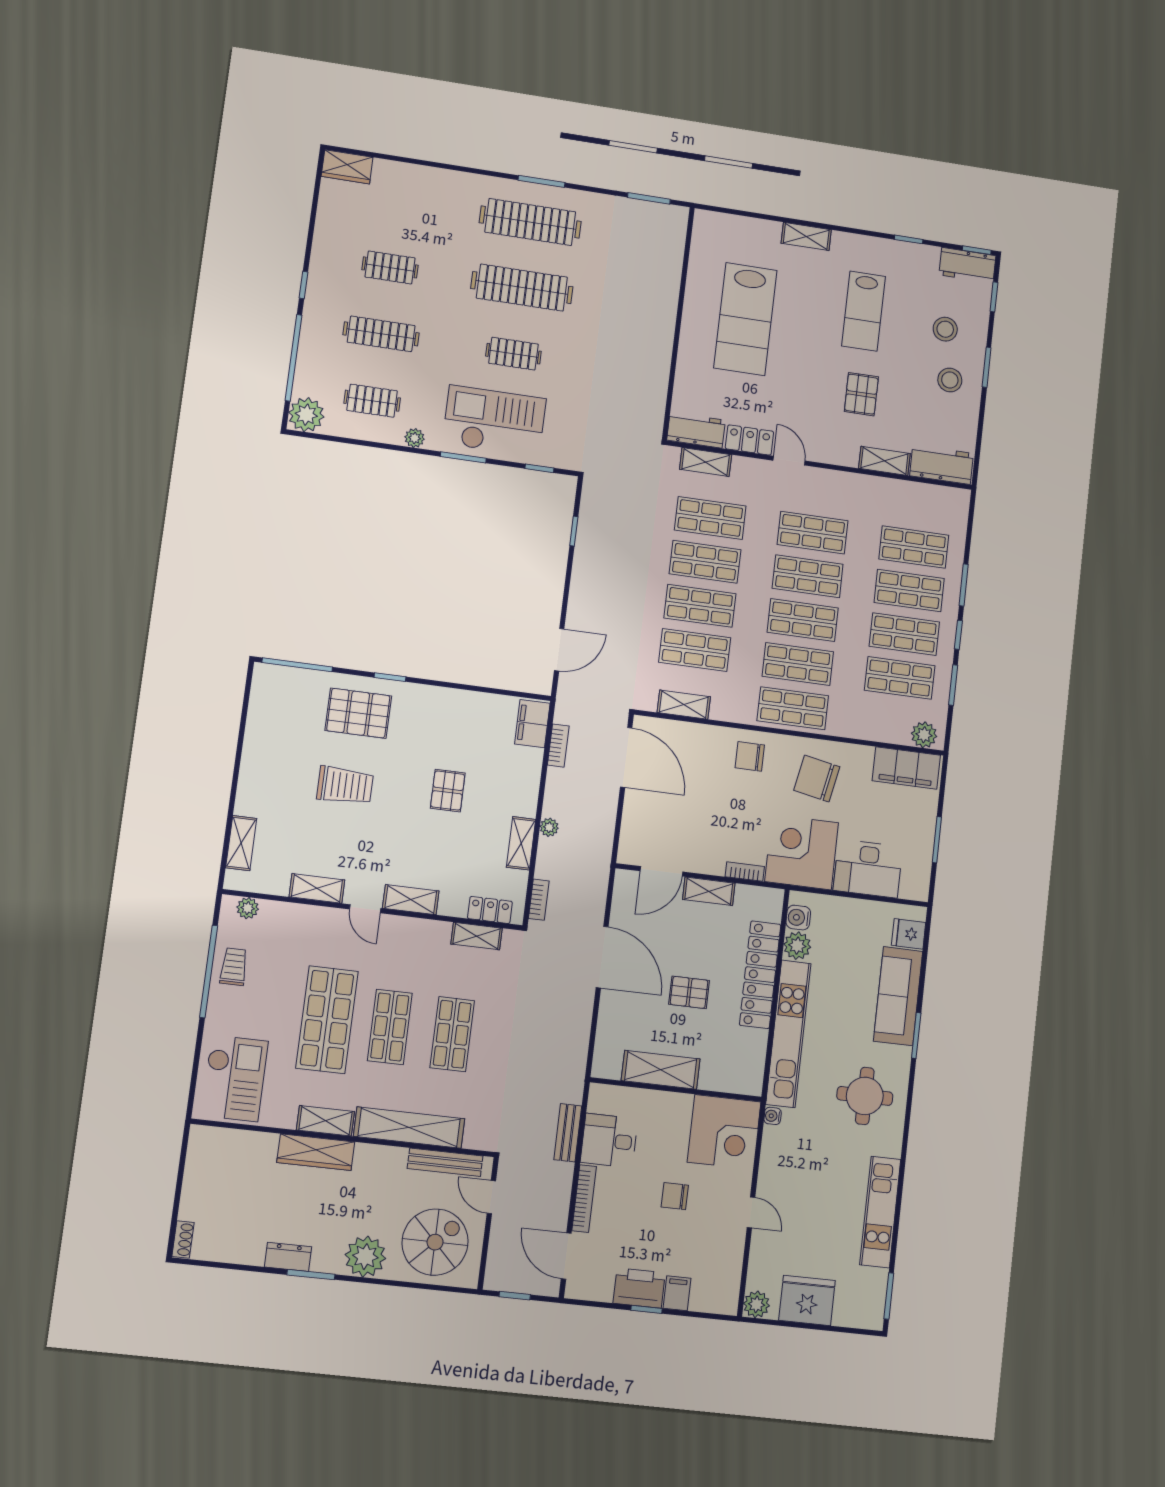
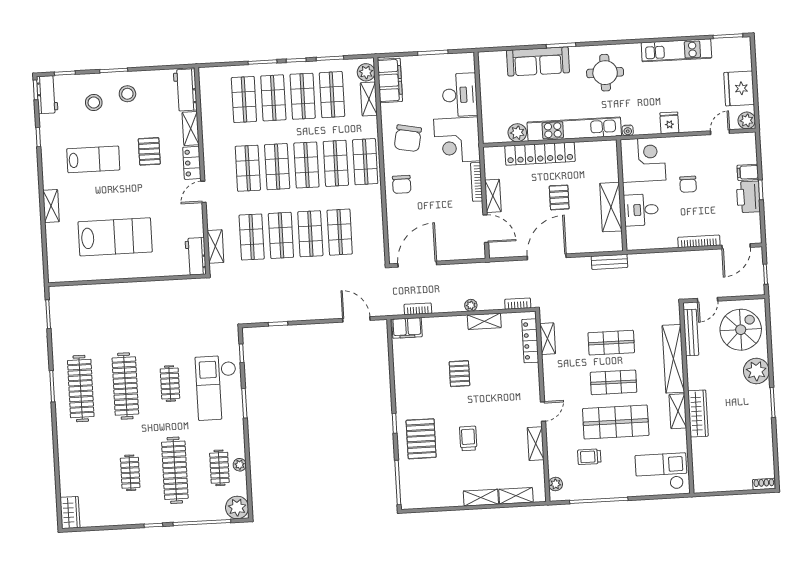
clothes rail: (381, 334) -> (175, 470), width x1.37, depth x1.31
pallet: (861, 394) -> (149, 151), turned 90
plant: (415, 438) -> (240, 465), moved
locker: (749, 440) -> (192, 163), moved
shelving: (684, 705) -> (369, 99), moved
trolley: (345, 785) -> (468, 438), width x0.73, depth x0.72
pallet: (448, 791) -> (459, 374), turned 90
bookcase: (745, 872) -> (477, 182), width x1.56
shelving: (411, 900) -> (481, 498), moved, turned 90
locker: (490, 910) -> (530, 341), width x1.53
water cooler: (798, 918) -> (499, 135), removed
fridge: (909, 934) -> (669, 123), moved, turned 180
trolley: (234, 967) -> (589, 457), moved
bench: (568, 1133) -> (609, 262), moved
desk: (609, 1141) -> (641, 210), moved, turned 90
door: (751, 1212) -> (720, 132), moved
spiral stairs: (435, 1242) -> (741, 330), turned 90
dresser: (288, 1257) -> (764, 418), removed

